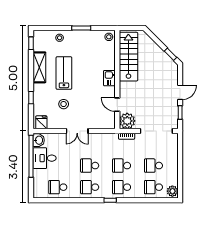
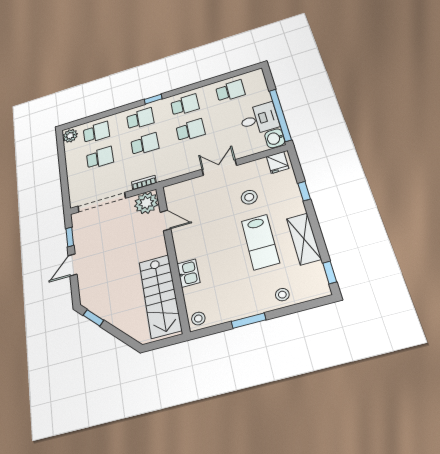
kitchen sink: (109, 78) -> (188, 273), moved

